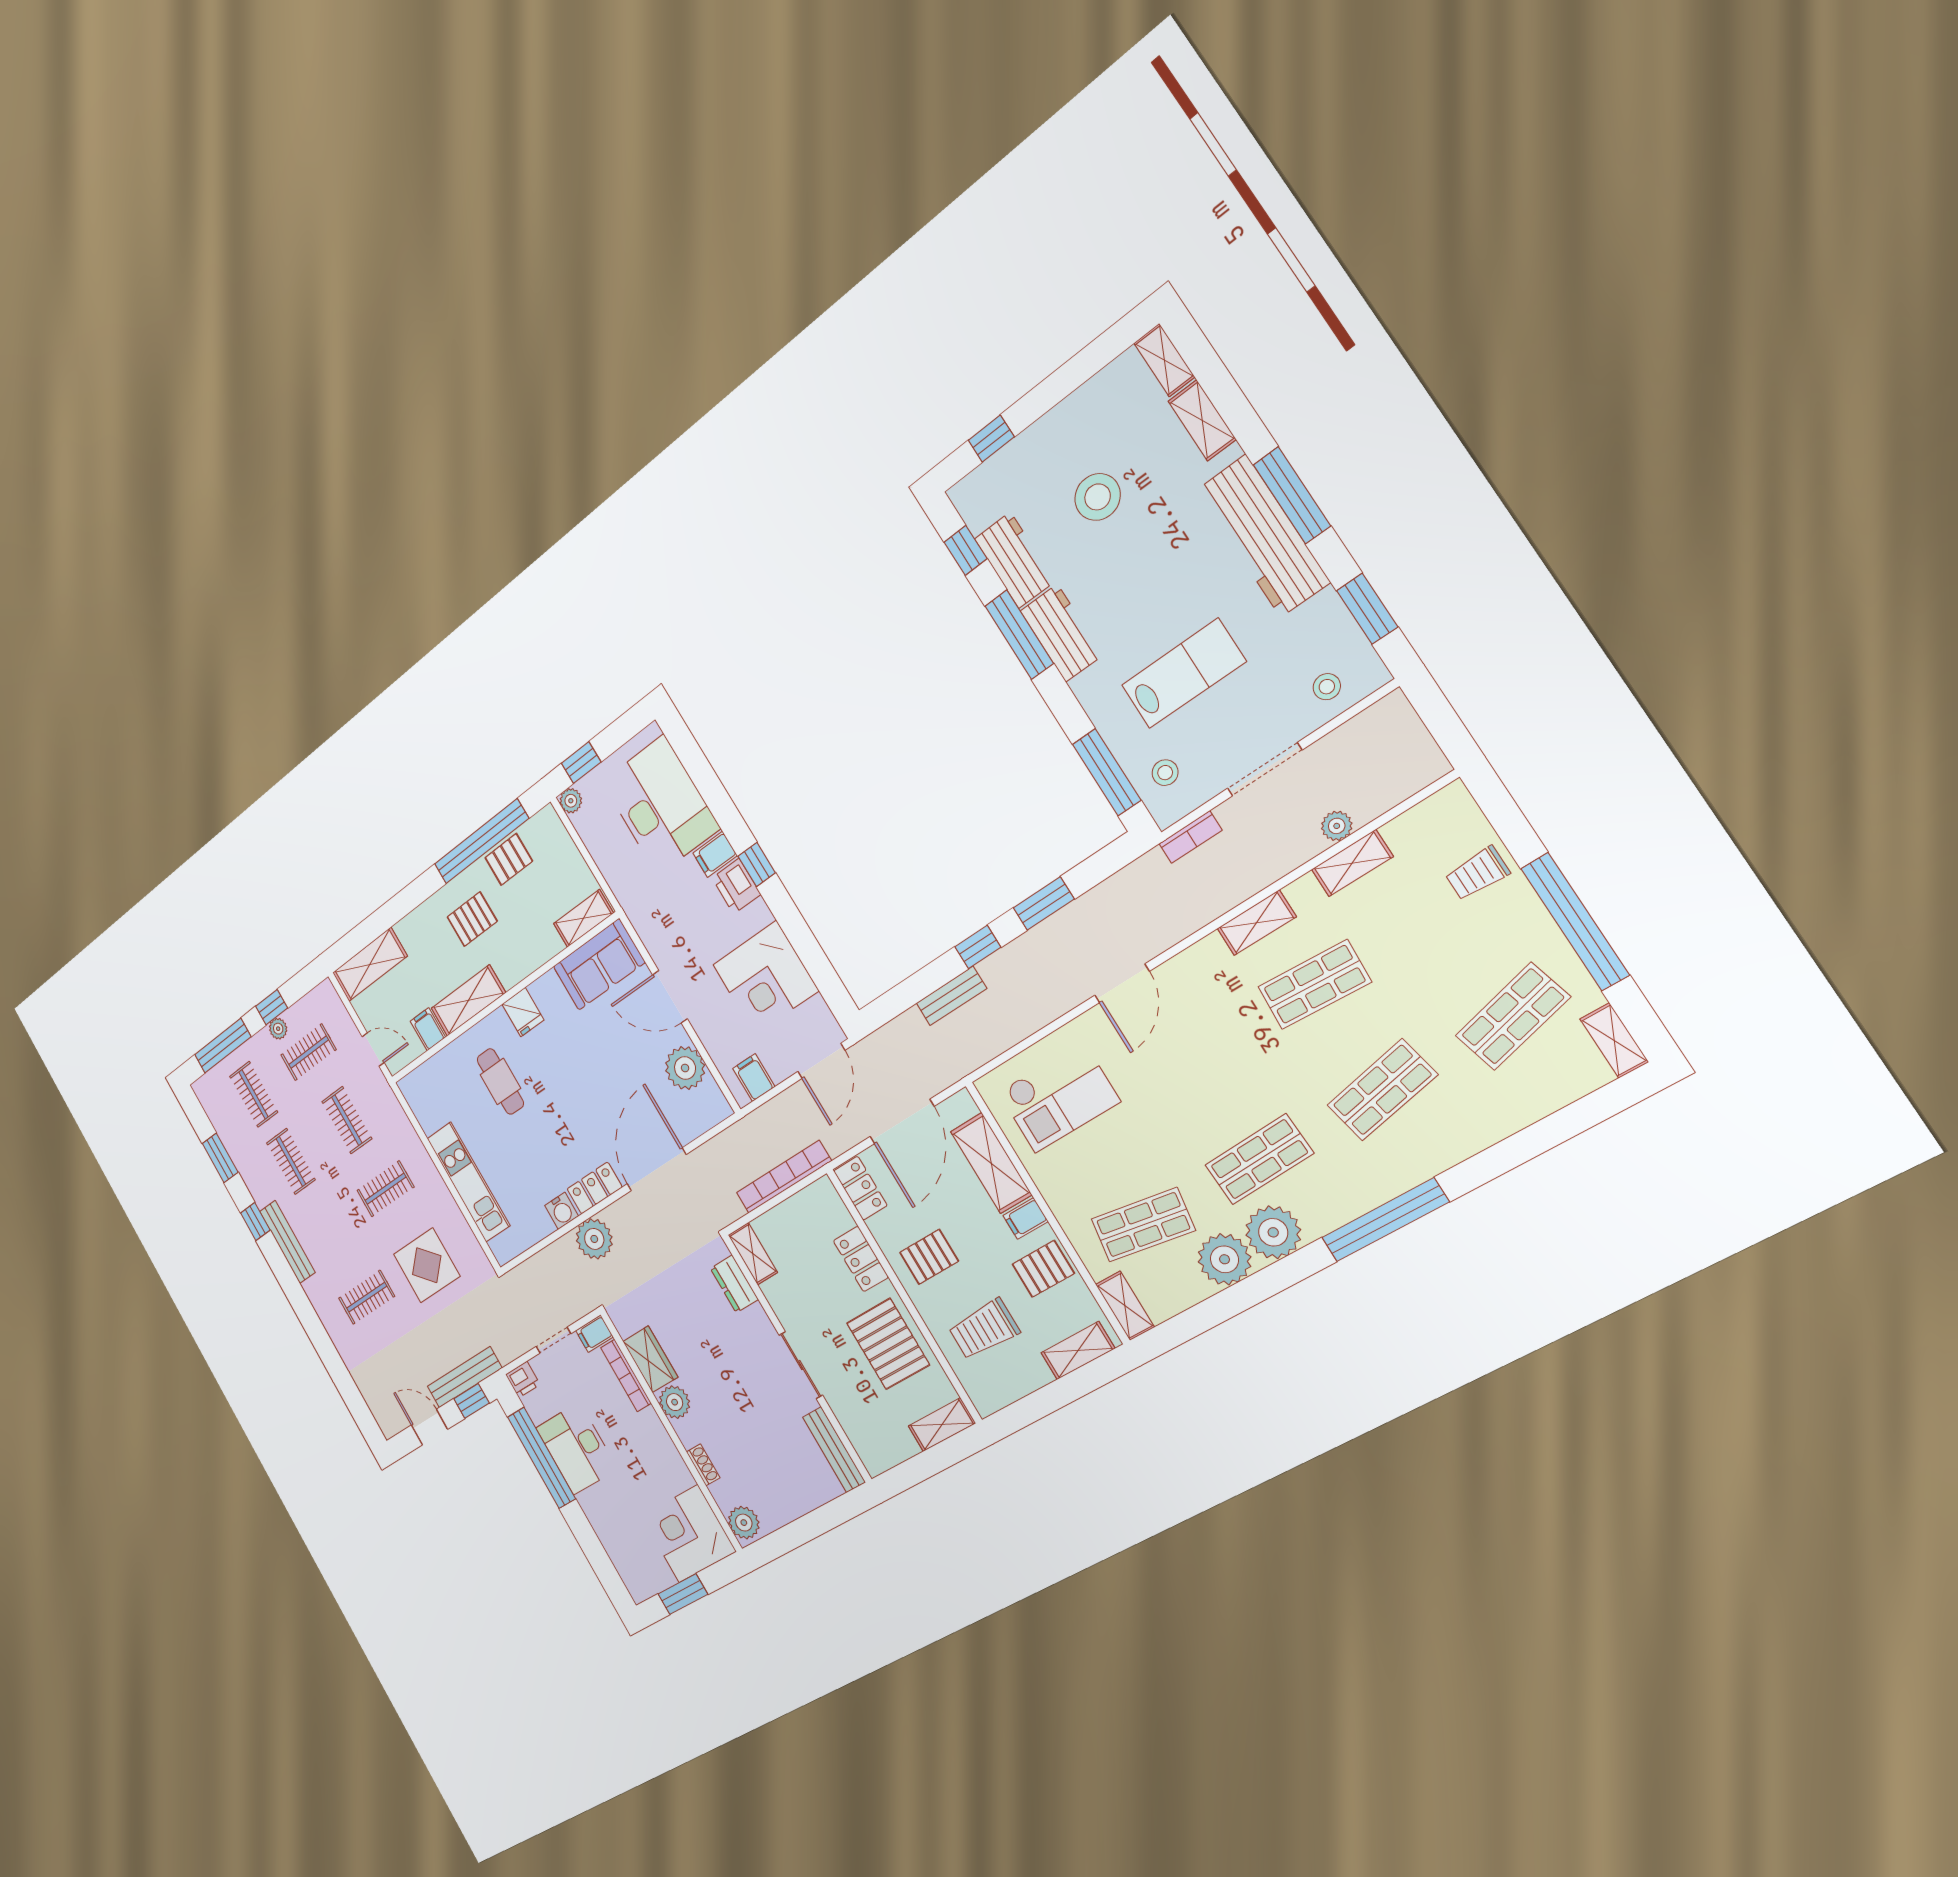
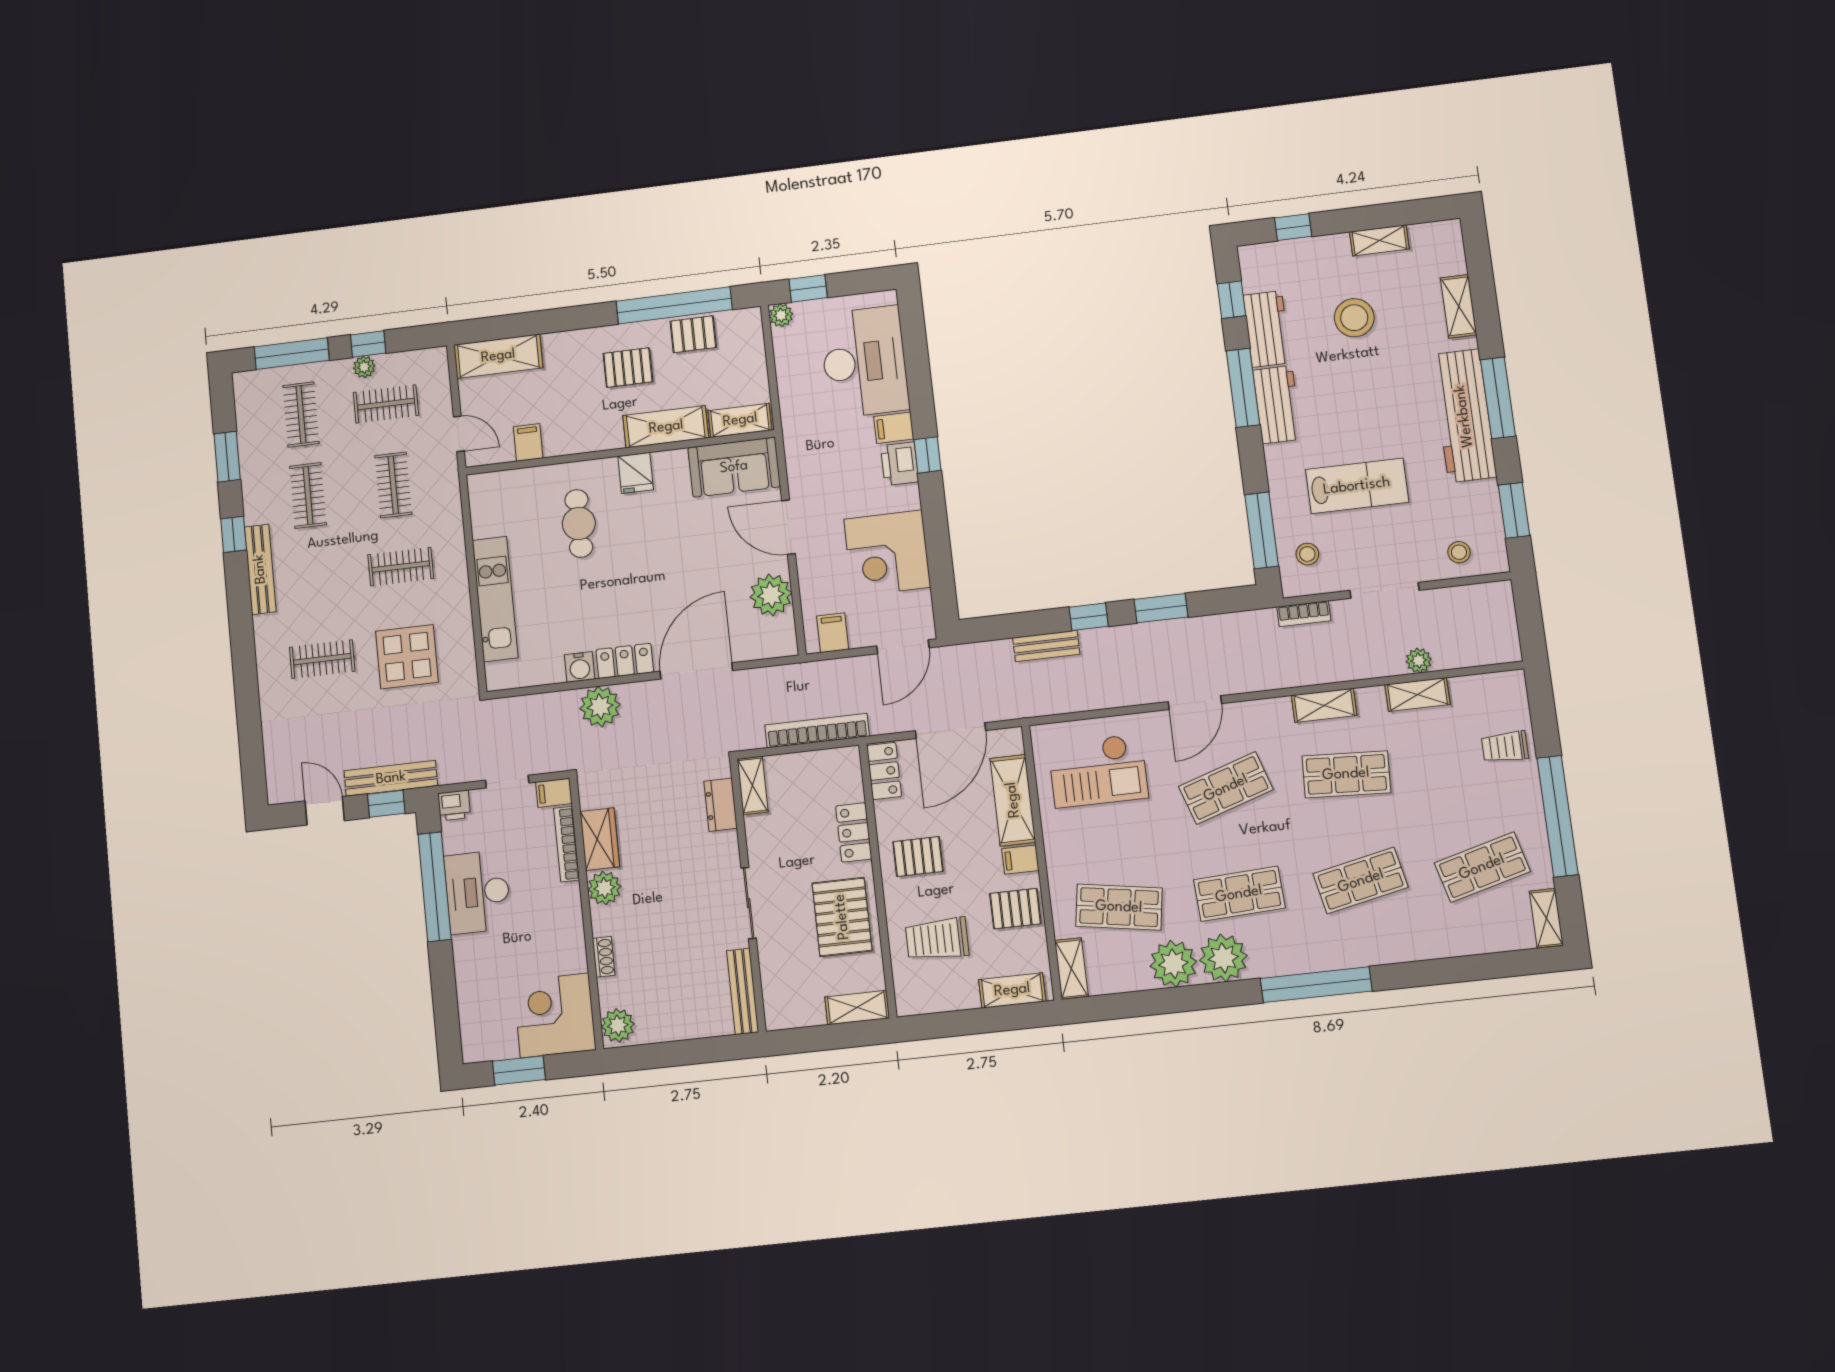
shelving: (1164, 360) -> (1379, 240), moved, turned 90
shelving: (468, 1000) -> (666, 427), moved
shop shelf: (1194, 1056) -> (1226, 788), added

